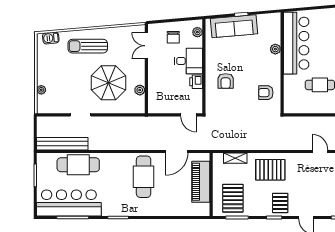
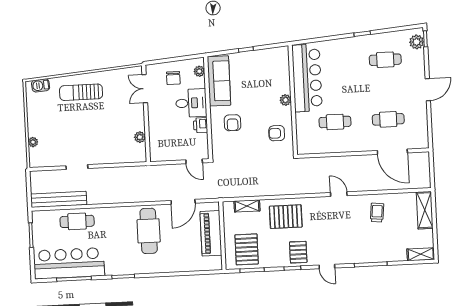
sofa: (234, 26) -> (219, 81), moved, turned -85
plant: (275, 49) -> (286, 100), moved
parasol: (108, 83) -> (105, 131), removed
cafe table: (78, 165) -> (77, 221), width x0.73, depth x0.74

